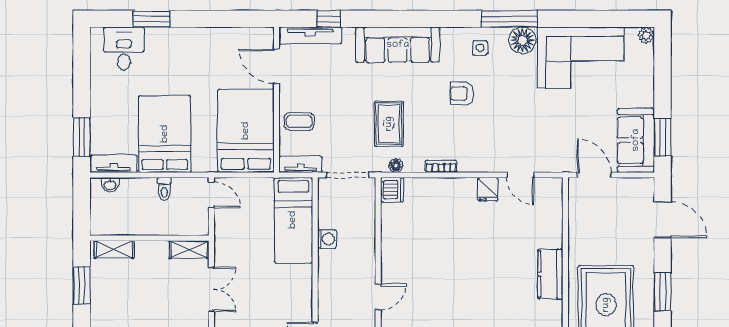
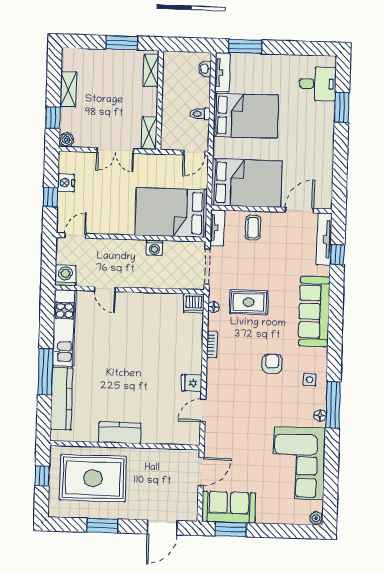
floor lamp: (523, 40) -> (320, 415), width x0.53, depth x0.53
bed: (293, 220) -> (171, 212), width x1.50

